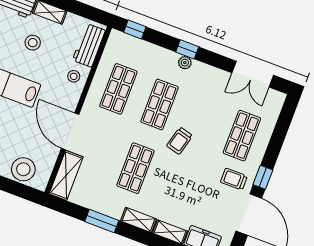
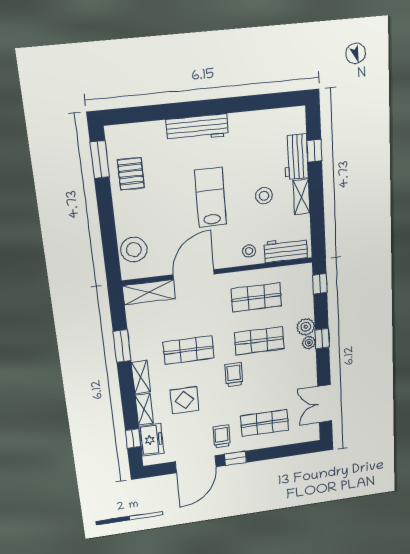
plant: (168, 59) -> (306, 327), added
trolley: (180, 141) -> (234, 375), turned 75
display table: (180, 194) -> (184, 400), added

